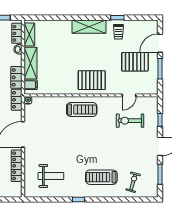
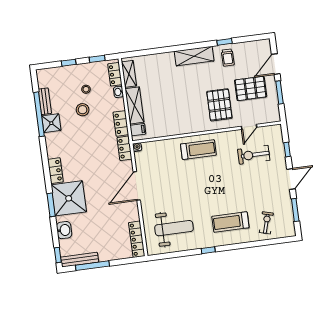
pallet: (92, 80) -> (219, 105), moved, turned 90
locker: (17, 166) -> (137, 239), moved
weight bench: (51, 176) -> (174, 228), width x1.36, depth x1.33

